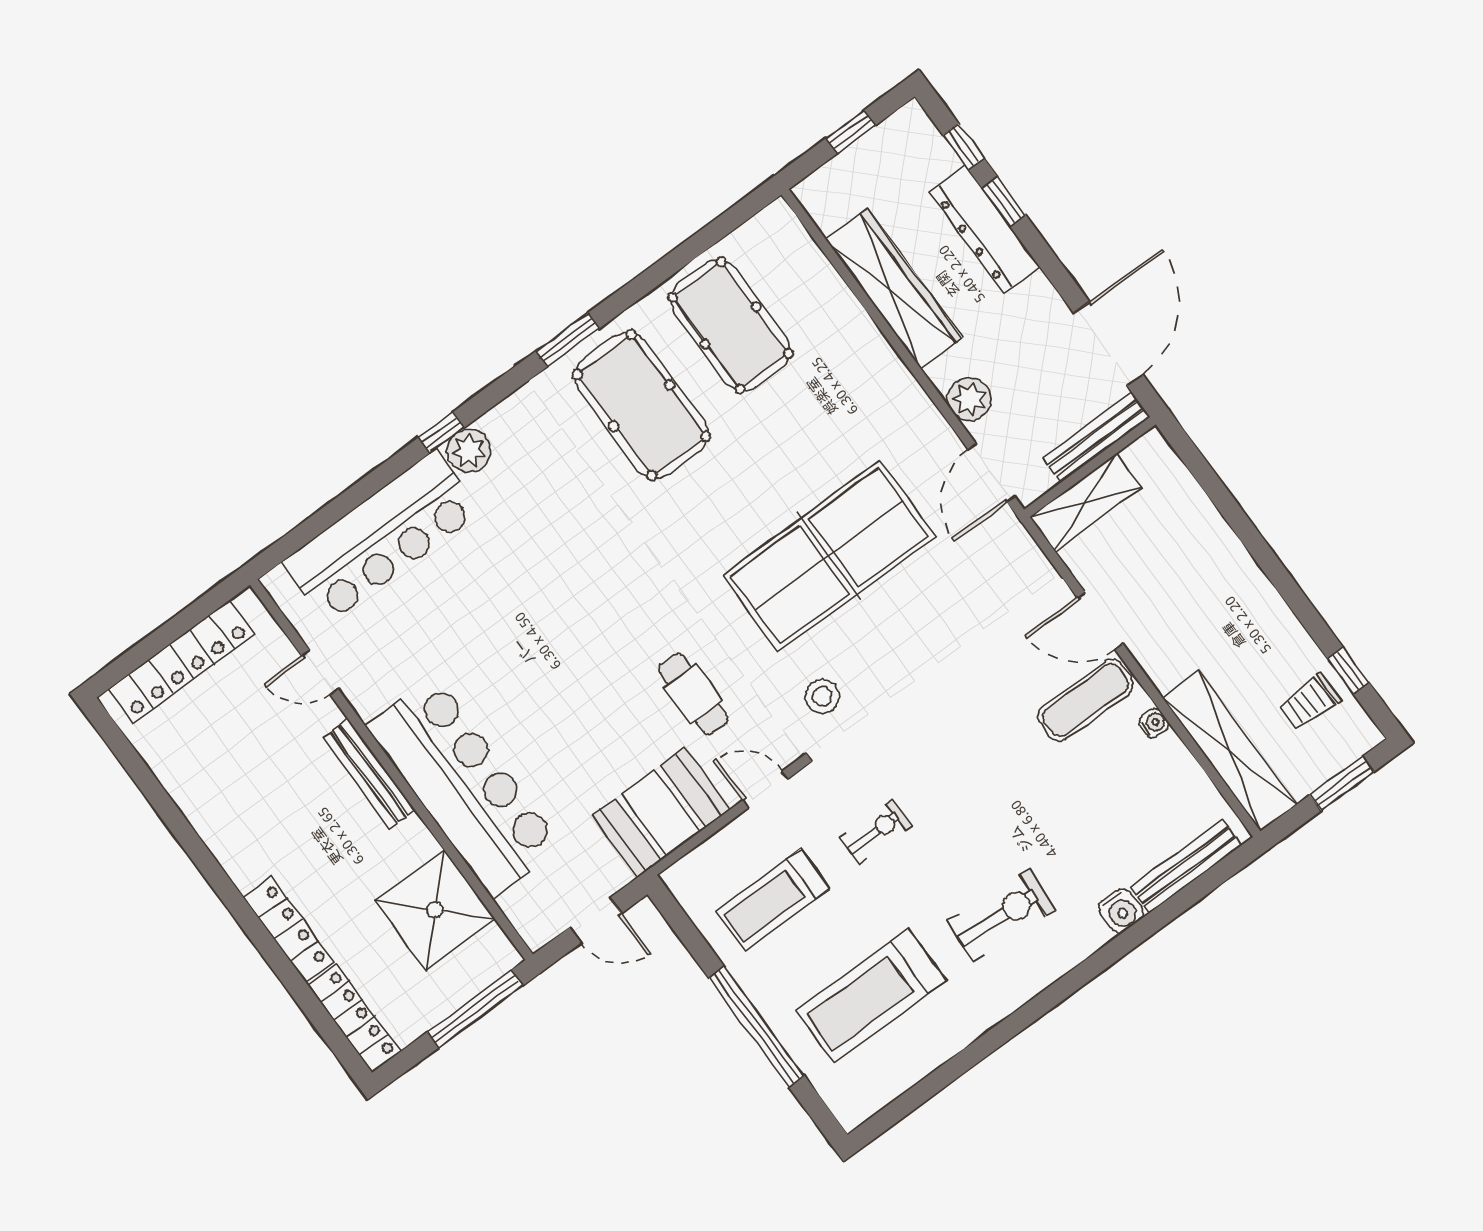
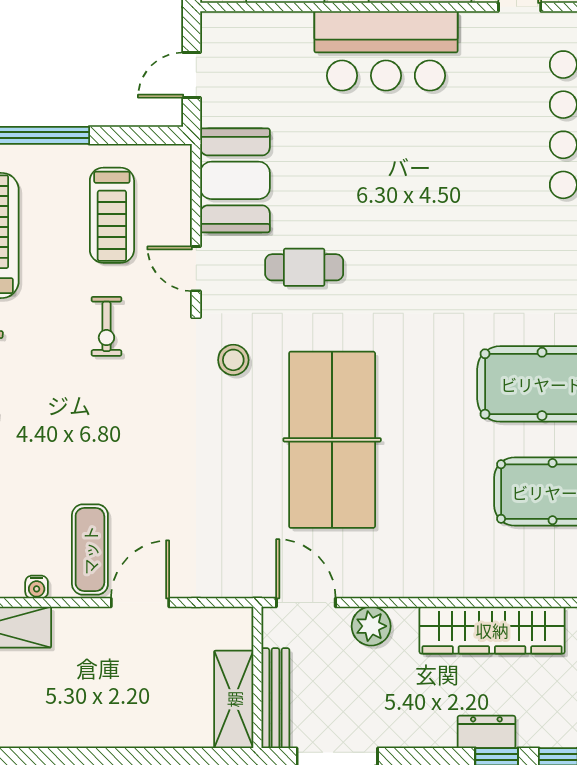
dresser: (985, 229) -> (486, 732), width x0.51, depth x0.80
shelving: (1086, 502) -> (234, 699), moved
bar counter: (464, 786) -> (386, 51), width x0.73
door: (765, 789) -> (196, 269), swing flipped
treadmill: (773, 900) -> (112, 215), turned 180

